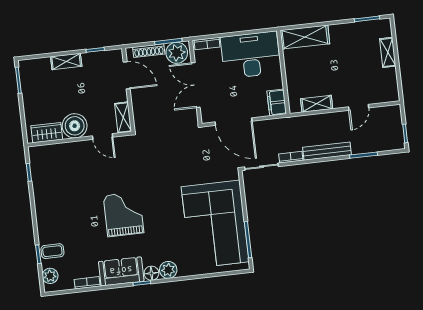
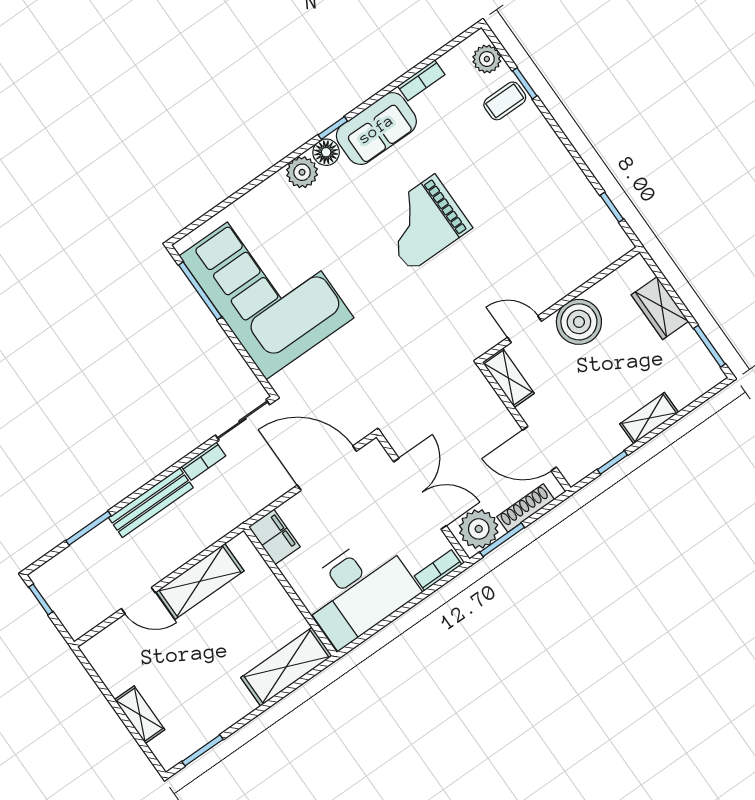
shelving: (317, 104) -> (200, 581), width x1.50, depth x1.33
door: (359, 107) -> (138, 601), swing flipped
wardrobe: (47, 133) -> (660, 308), moved, turned 90
grand piano: (124, 214) -> (423, 223), turned 90

